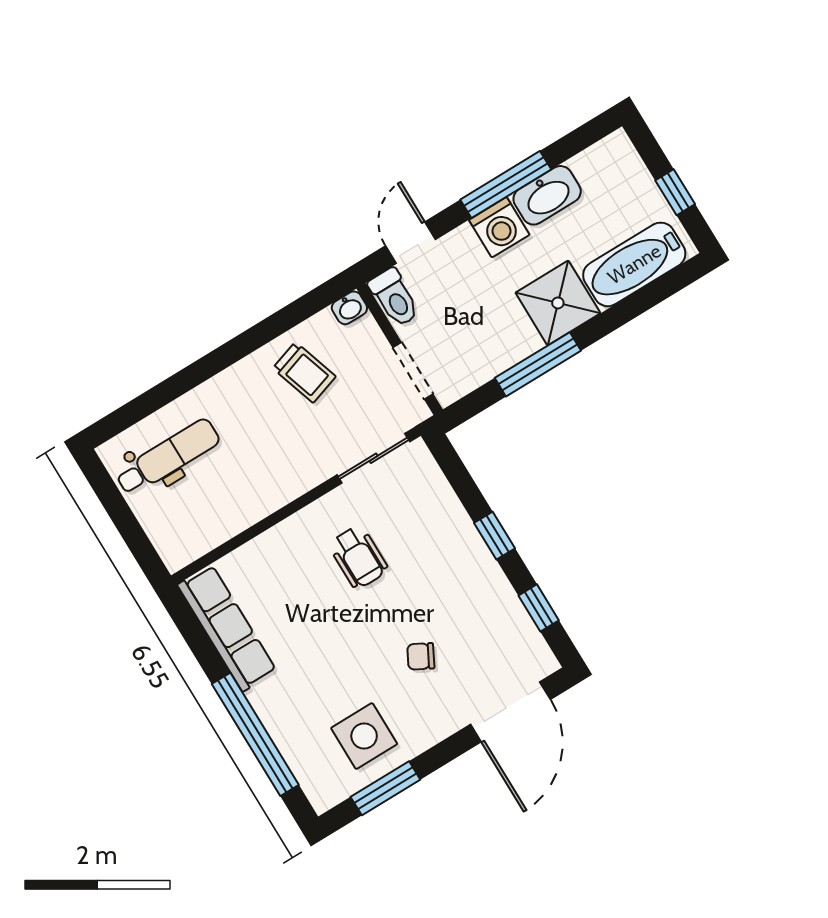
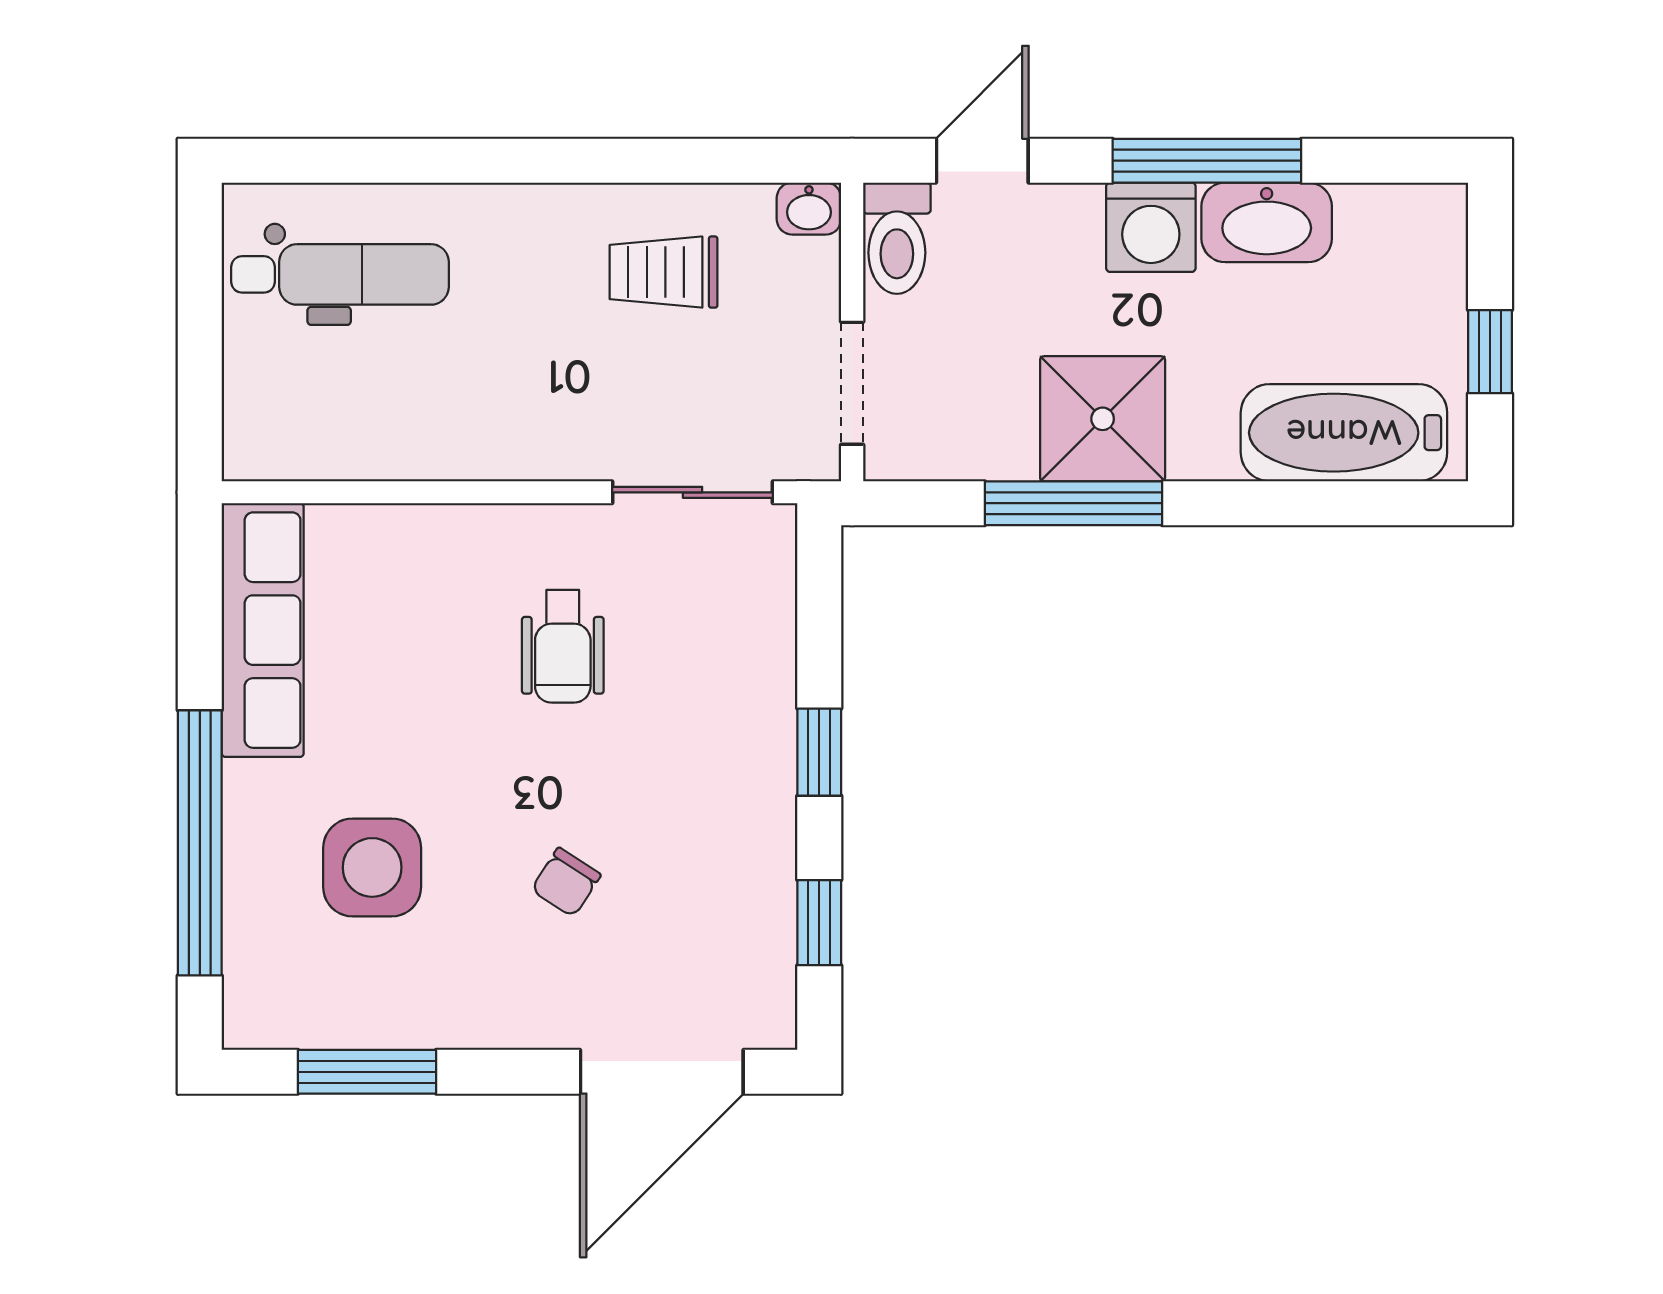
shower: (558, 303) -> (1103, 419), moved
trolley: (304, 372) -> (664, 272), turned 108
chair: (421, 656) -> (566, 882), turned -85
side table: (364, 736) -> (372, 867), moved

